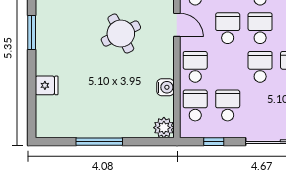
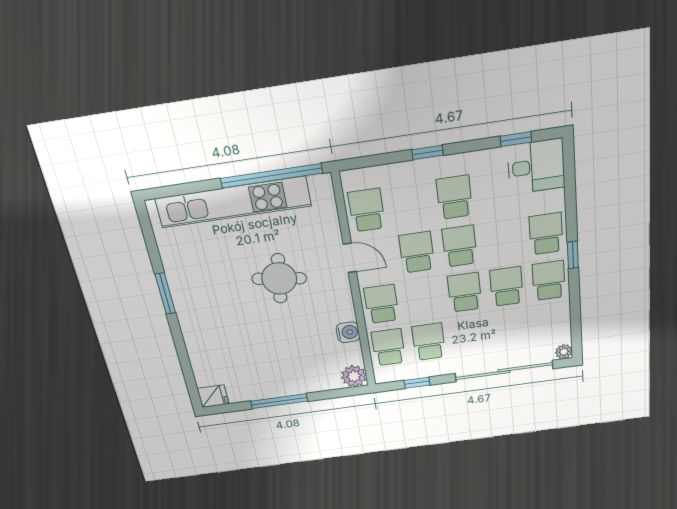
round table: (121, 34) -> (279, 279), turned 35
fridge: (47, 85) -> (213, 396), moved

